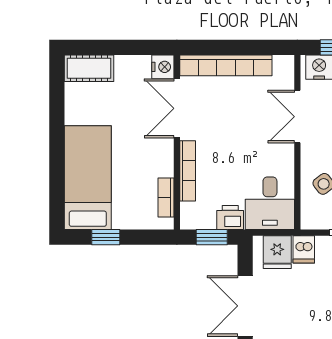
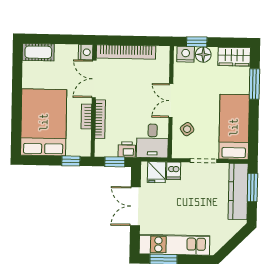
double door: (297, 117) -> (171, 101), moved
bed: (88, 178) -> (44, 122), width x1.50
bookcase: (166, 197) -> (86, 116), moved
window: (106, 237) -> (71, 161), moved

